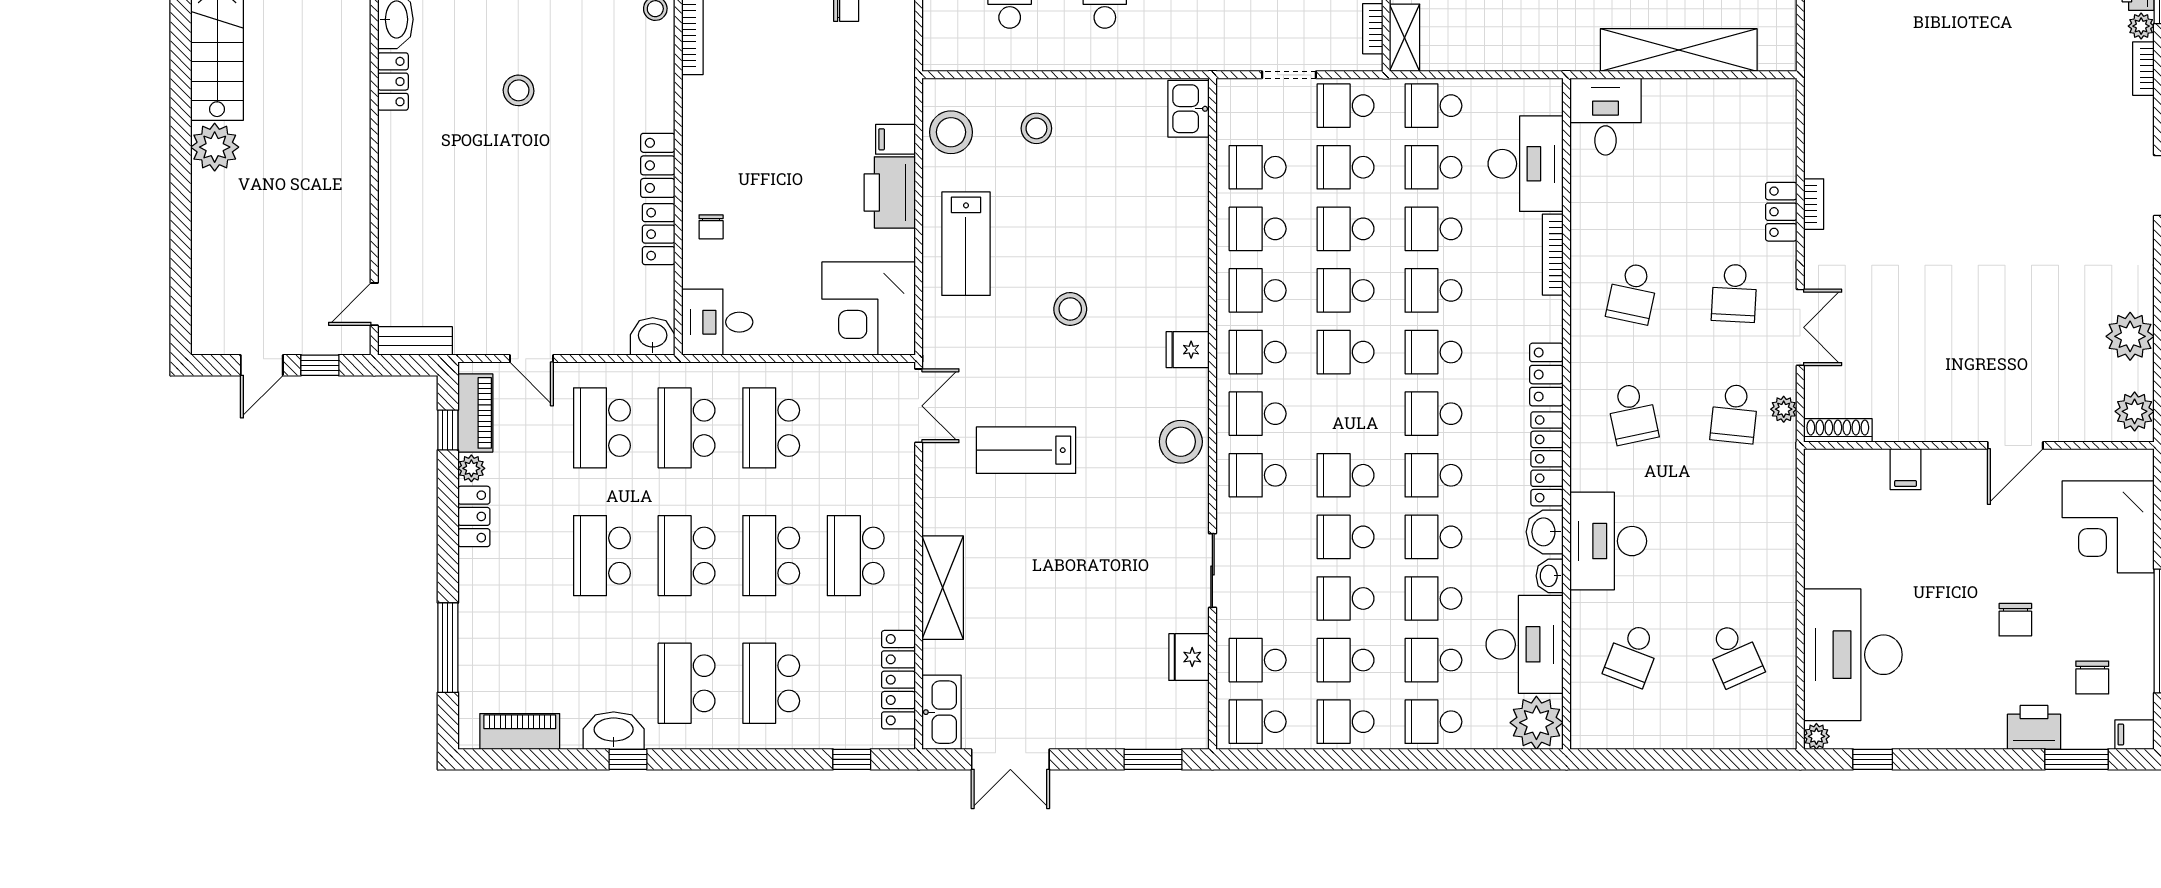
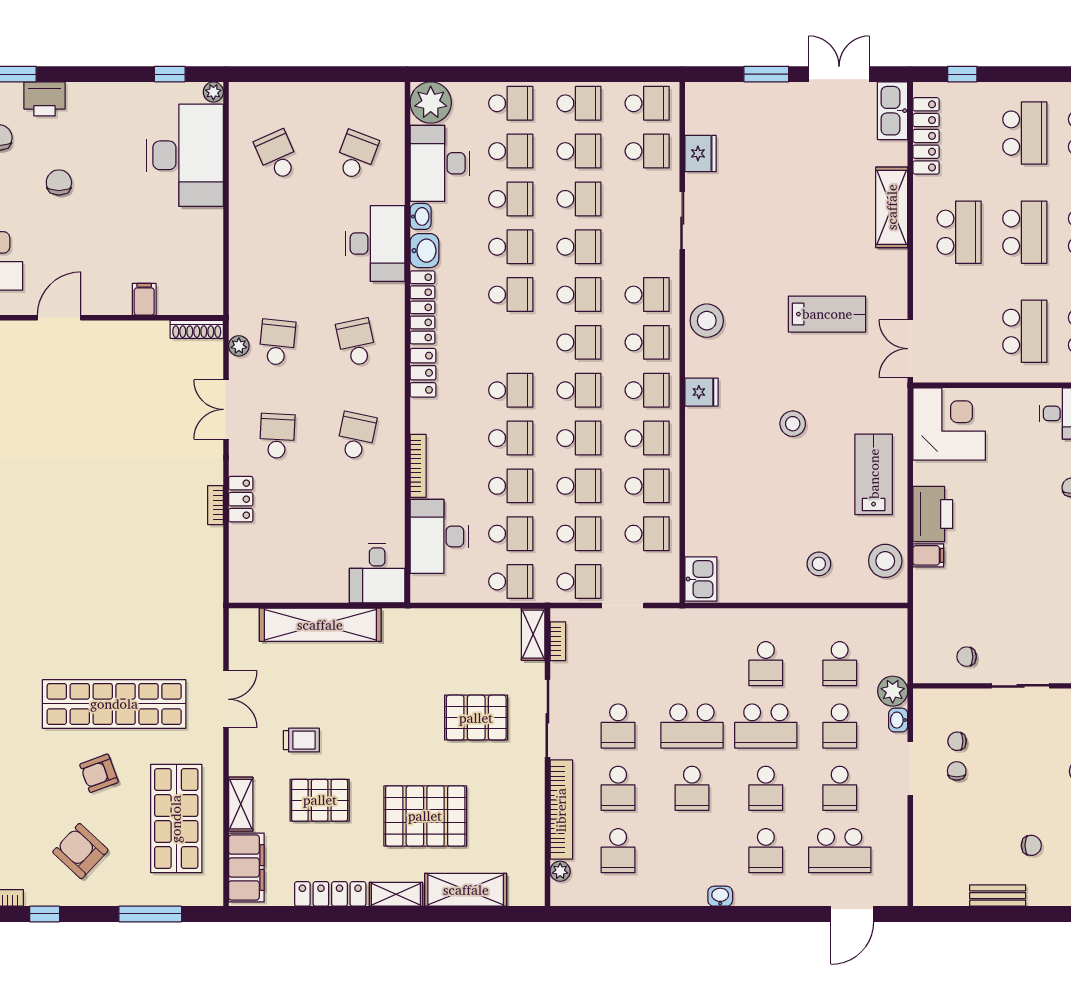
school desk: (1433, 414) -> (579, 342), moved
window: (1153, 759) -> (766, 74), moved

